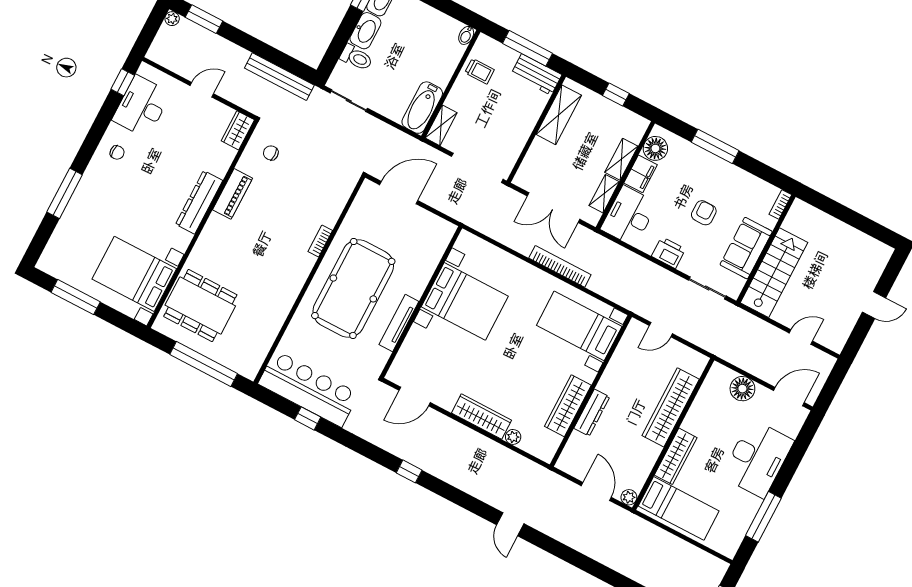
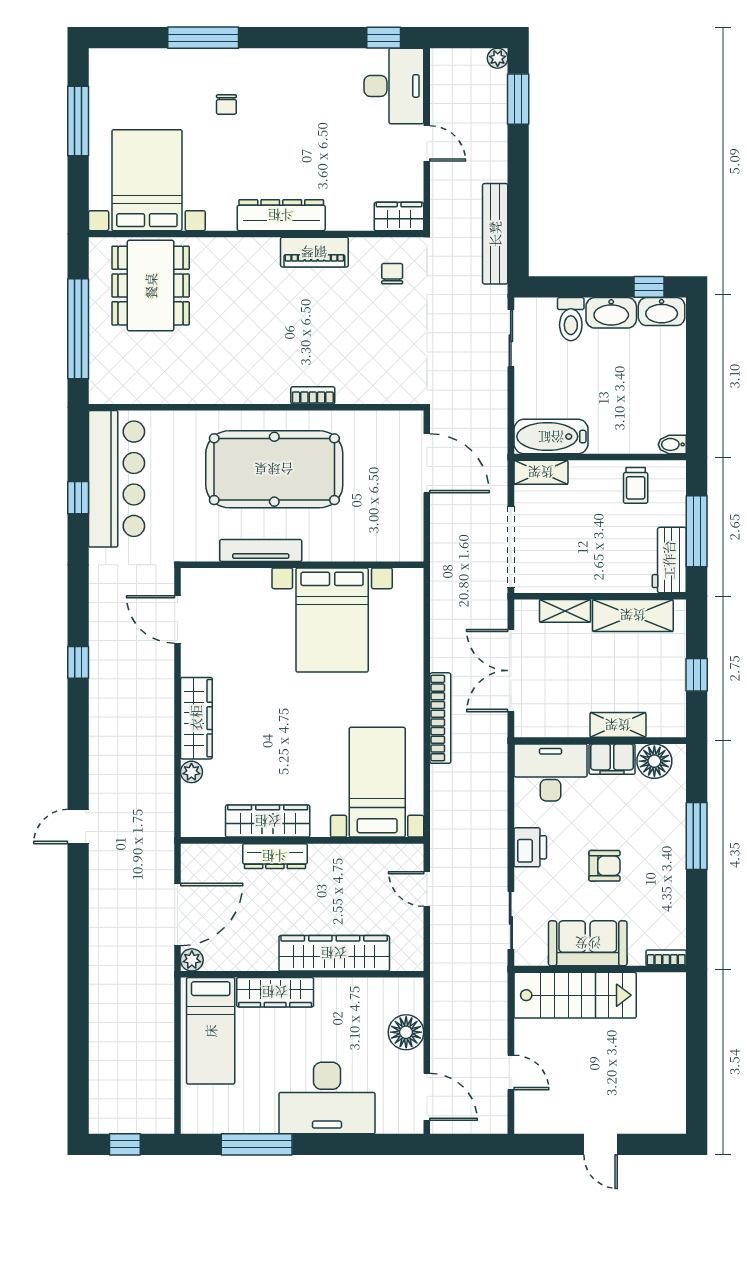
desk: (142, 106) -> (394, 86), moved, turned 90
chair: (117, 153) -> (226, 105), moved
shelving: (604, 194) -> (565, 611), moved
door: (596, 491) -> (177, 914), width x1.36

